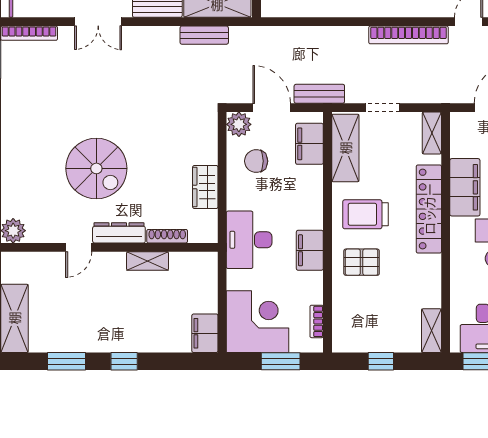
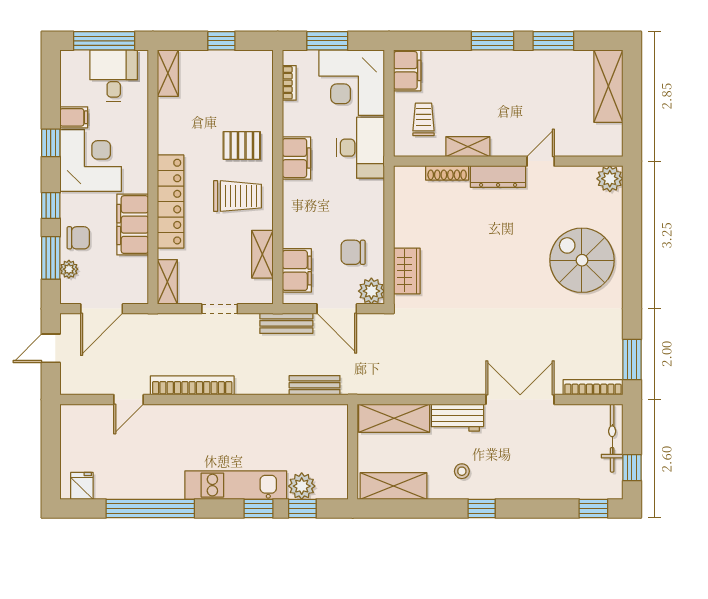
double door: (98, 22) -> (520, 399), width x1.37
bench: (204, 35) -> (315, 385), moved
shelving: (345, 148) -> (262, 254), width x0.67, depth x0.75
chair: (256, 161) -> (353, 252), turned 180
spiral stairs: (96, 168) -> (582, 260), moved
wardrobe: (205, 187) -> (407, 271), moved
desk: (249, 240) -> (361, 148), moved
trolley: (189, 287) -> (424, 119), added
window: (124, 361) -> (493, 41), width x1.50

